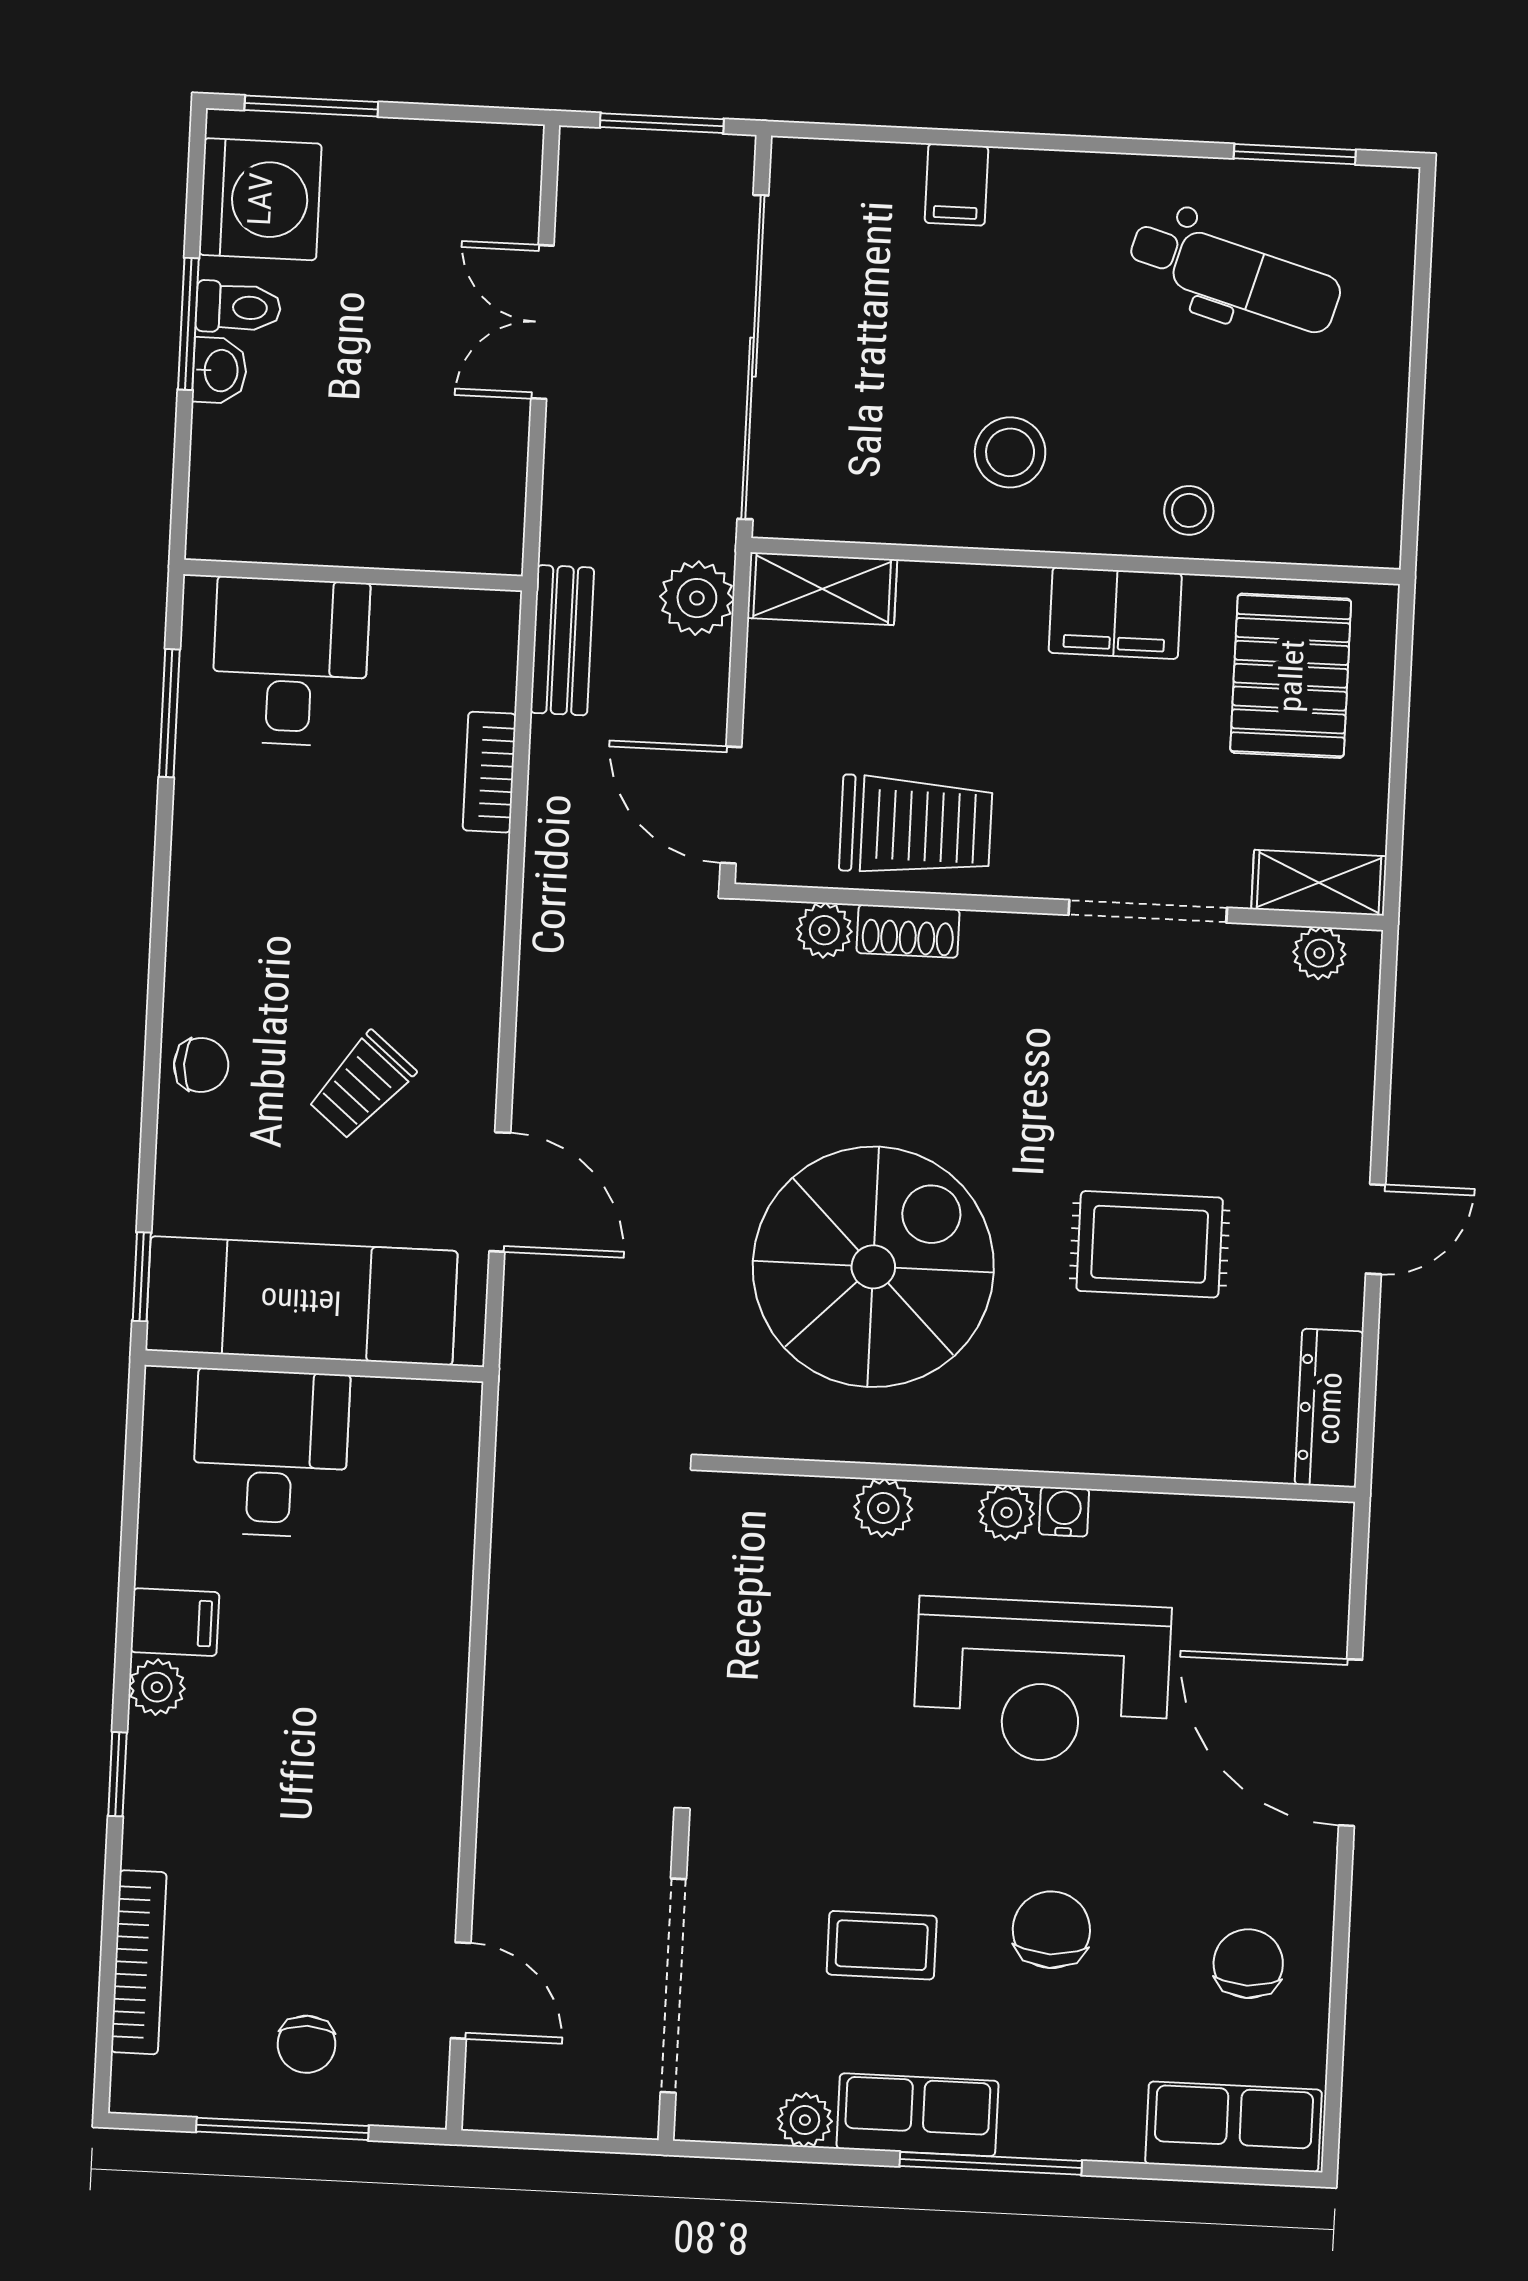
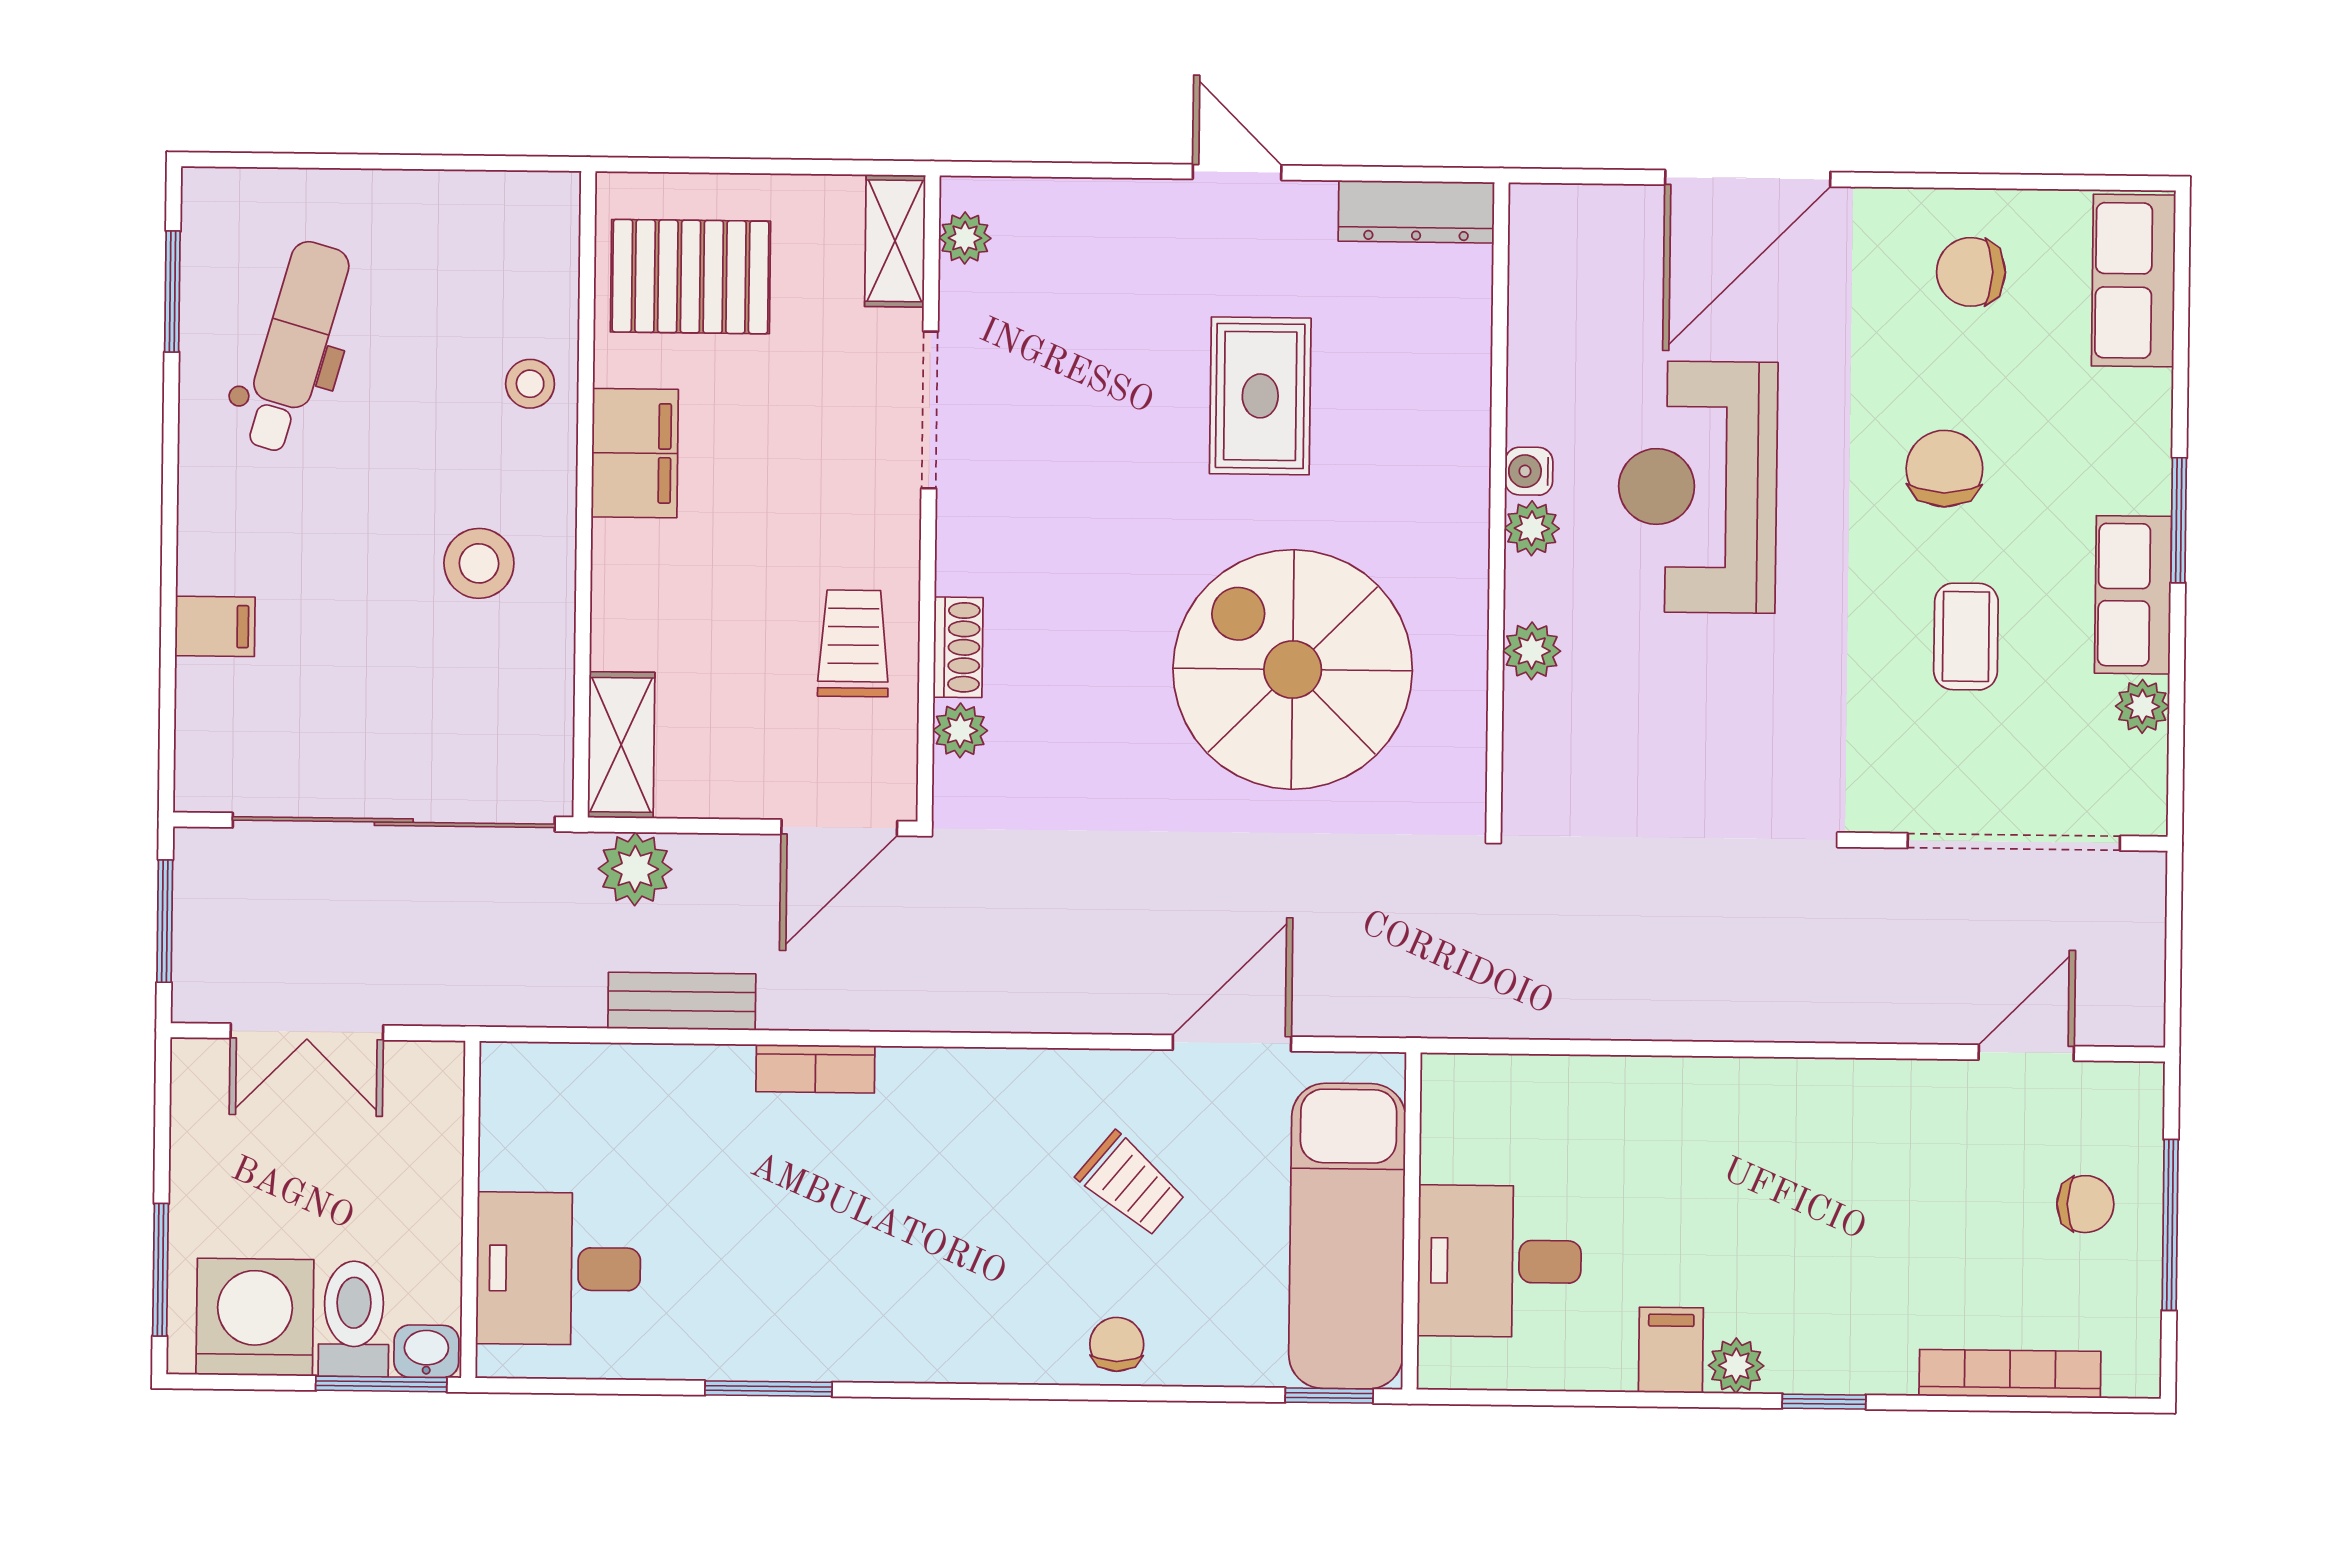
toilet: (238, 307) -> (354, 1319), width x1.37, depth x1.39
double door: (542, 322) -> (307, 1032), moved
wall: (353, 575) -> (470, 1209), moved
desk: (290, 662) -> (558, 1269), moved
trolley: (916, 826) -> (853, 643), width x0.73, depth x0.72
reception desk: (1042, 1681) -> (1698, 487), turned 180
chair: (1051, 1930) -> (1944, 469), turned 90
window: (991, 2163) -> (2179, 520), width x0.69

